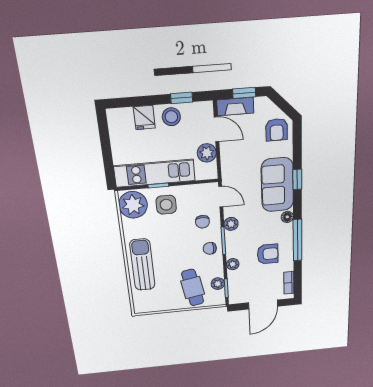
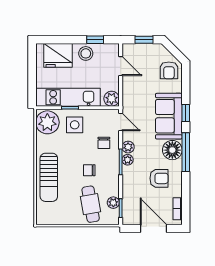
fireplace: (235, 107) -> (136, 50), removed
fridge: (144, 117) -> (58, 55), width x1.88, depth x1.34
plant: (207, 153) -> (112, 99), moved
floor lamp: (287, 217) -> (172, 150), width x1.89, depth x1.89
window: (297, 240) -> (186, 152), moved
chair: (210, 248) -> (89, 170), moved
plant: (233, 264) -> (128, 160), moved
sun lounger: (142, 265) -> (49, 177), turned 180
door: (263, 305) -> (153, 228), swing flipped

